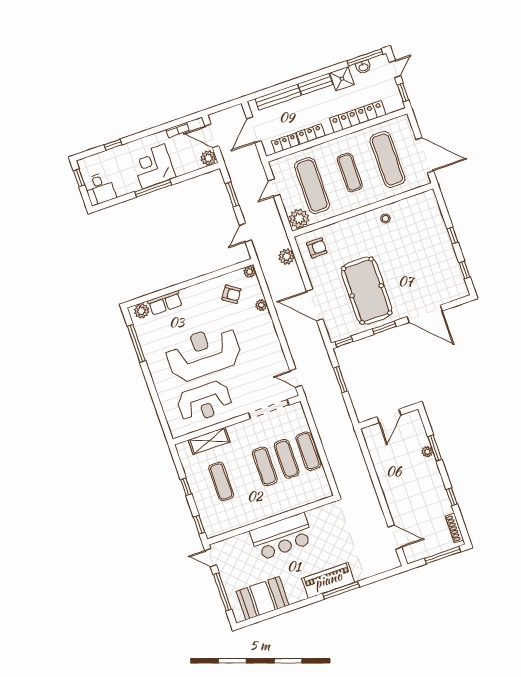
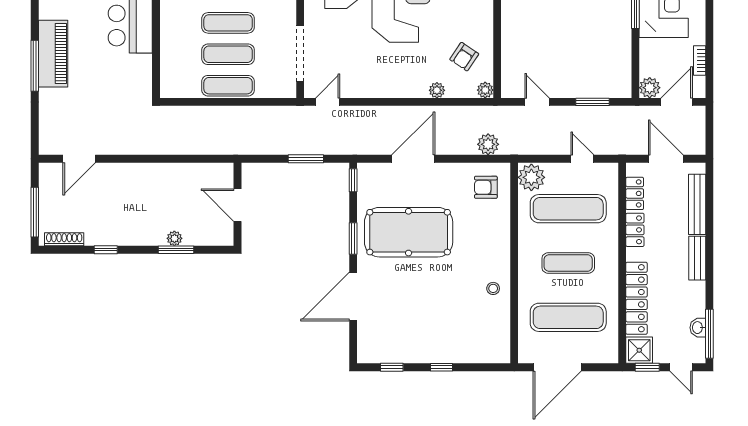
shower: (342, 79) -> (639, 350), moved
armchair: (317, 248) -> (486, 187), turned 90

